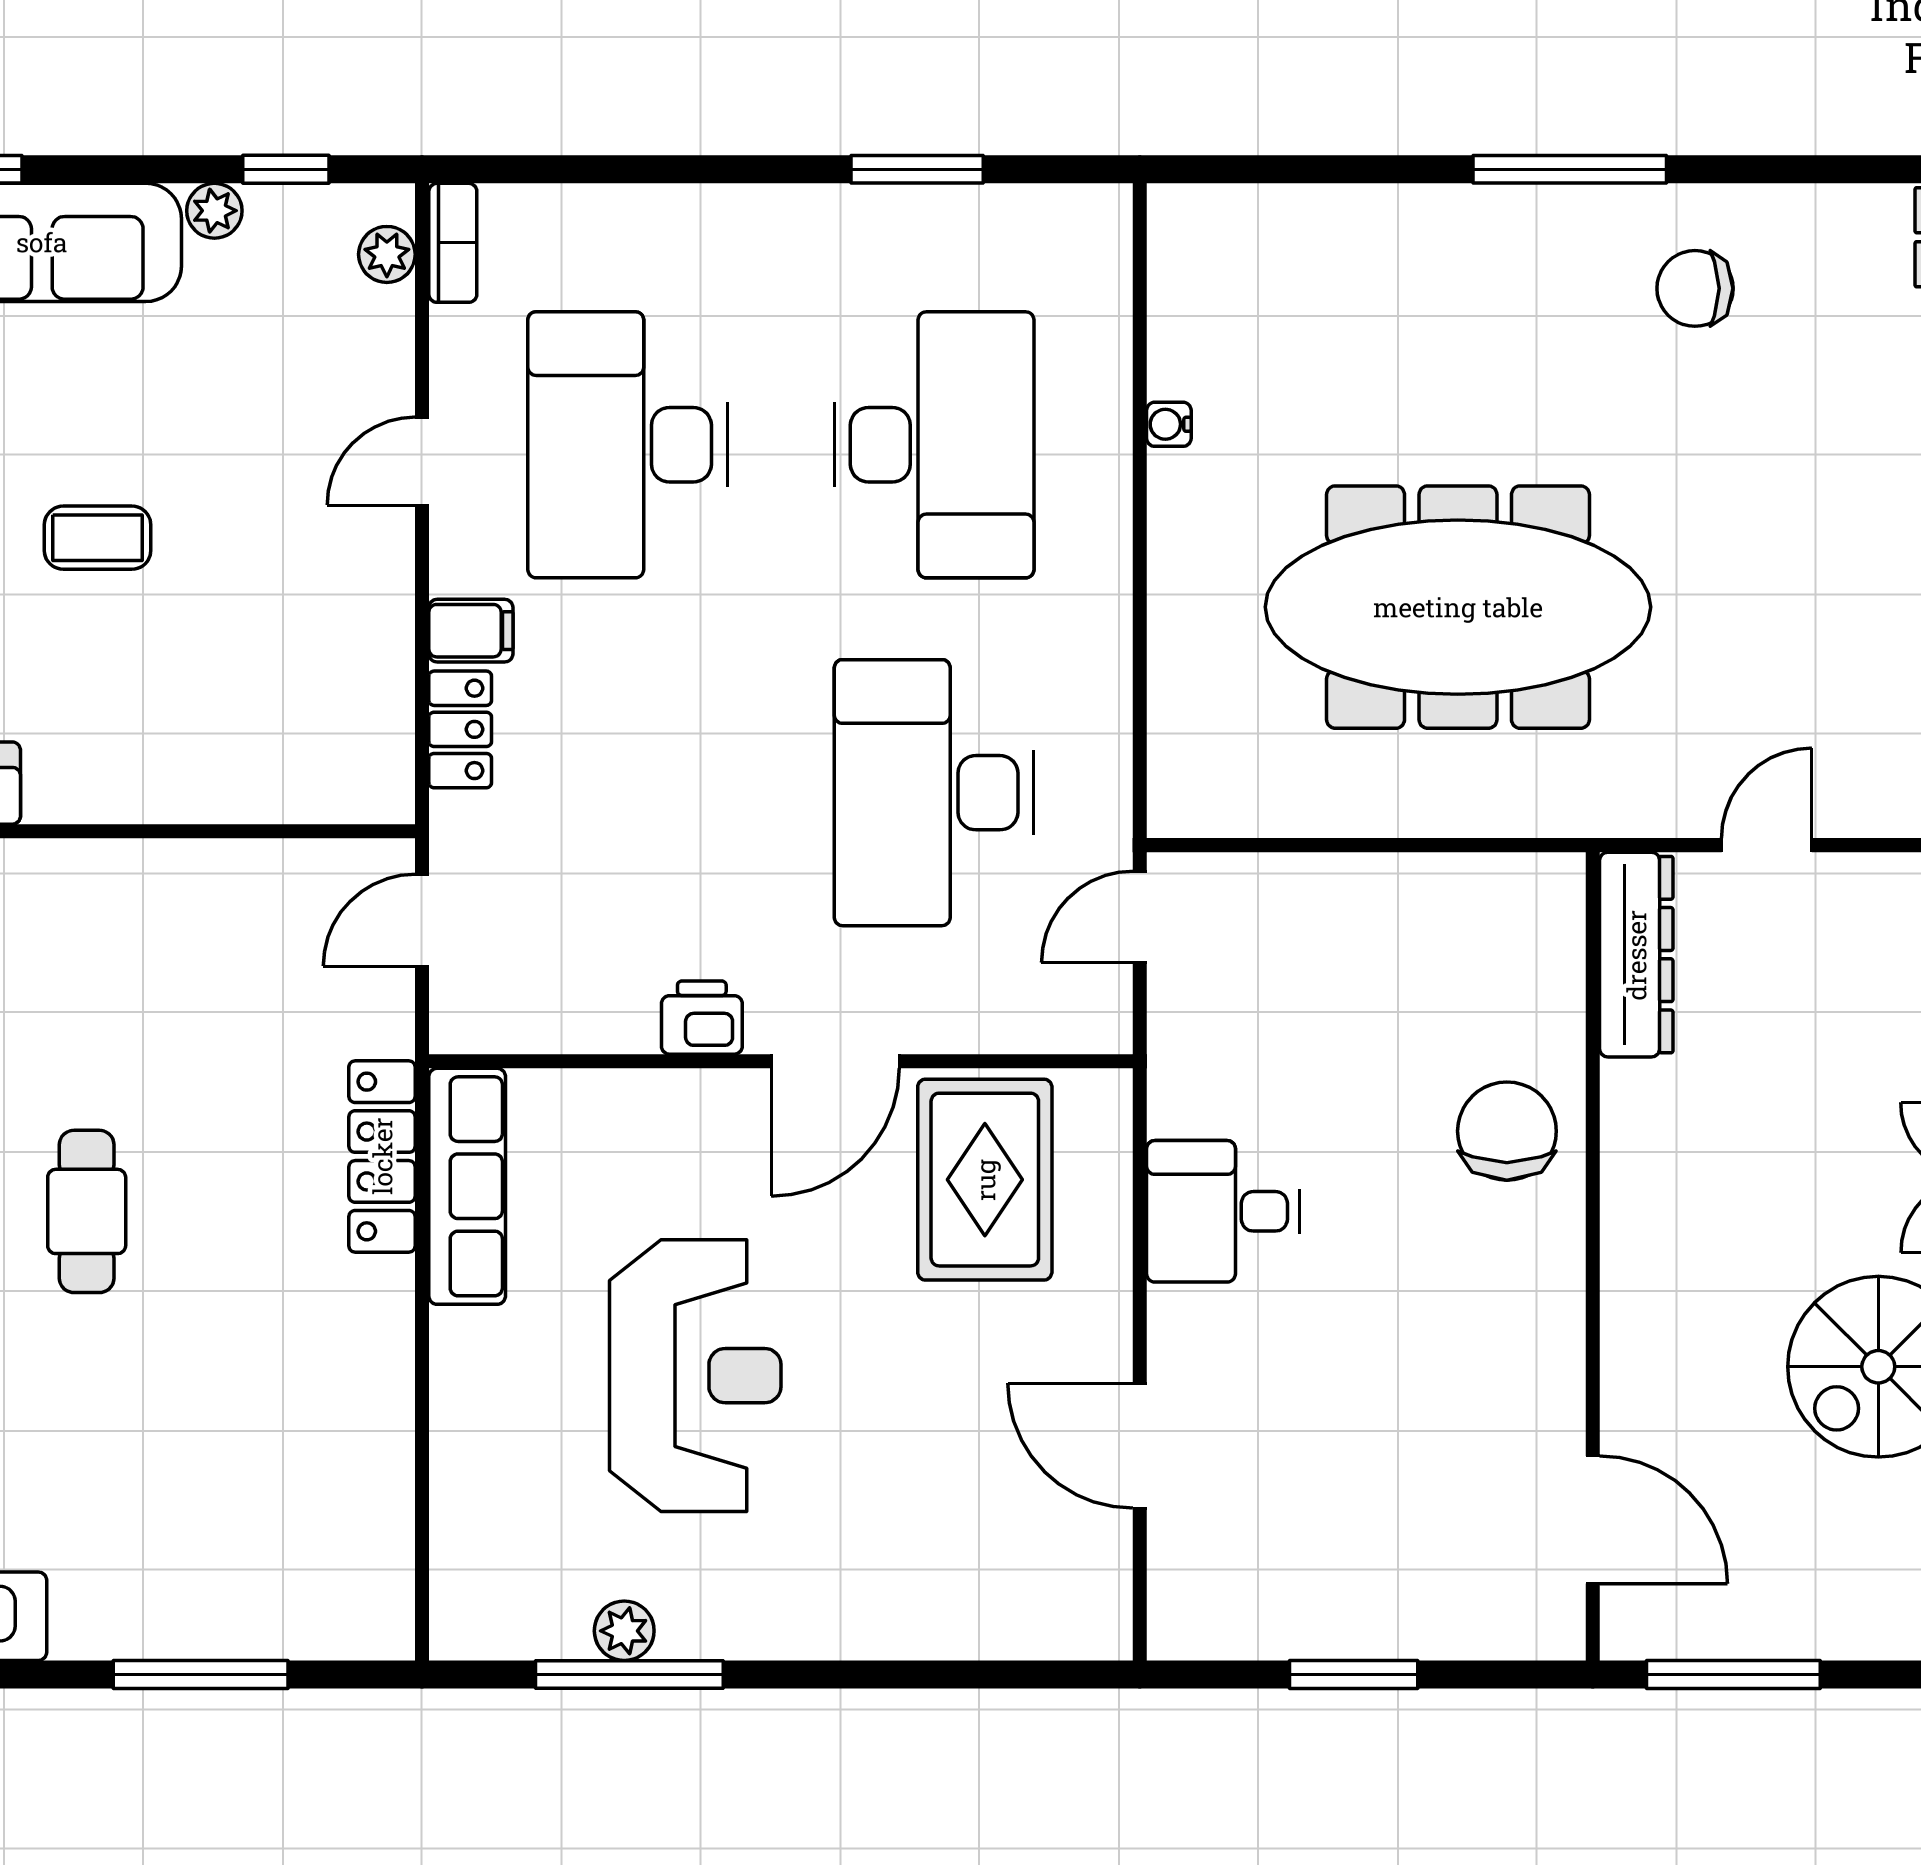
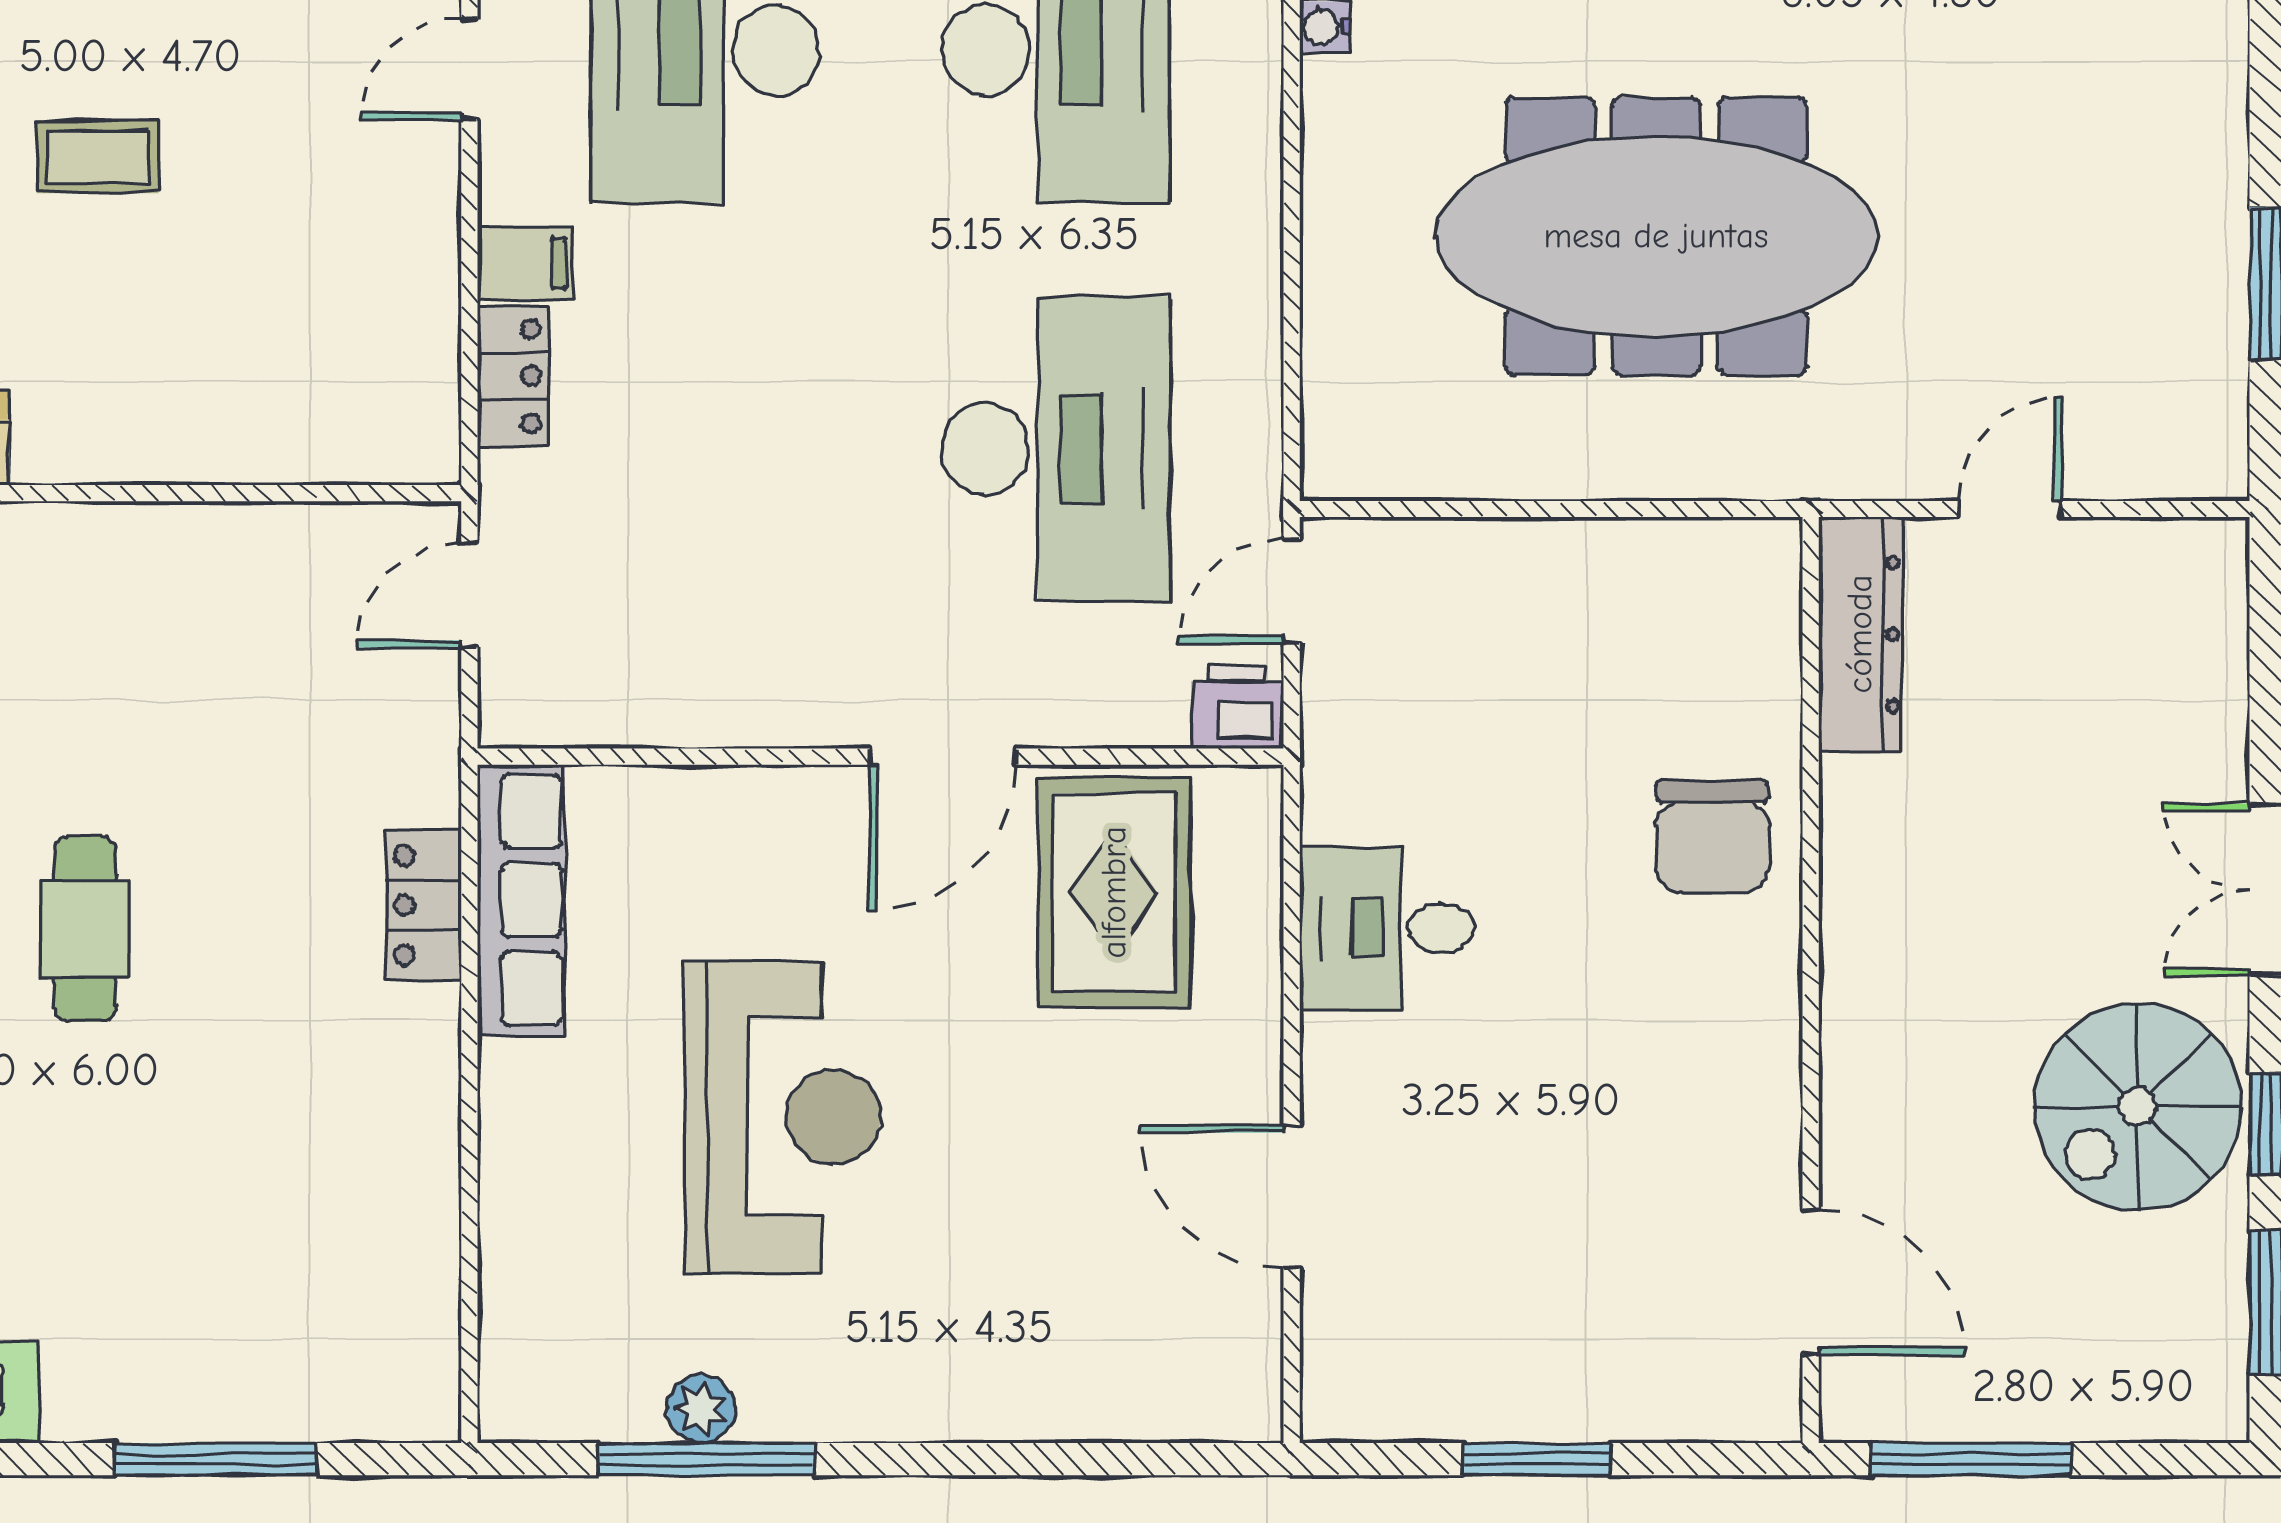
desk: (934, 793) -> (1056, 449), turned 180
printer: (702, 1018) -> (1237, 707), moved
chair: (1507, 1131) -> (1712, 837), turned 180
locker: (382, 1156) -> (423, 905), width x0.66

